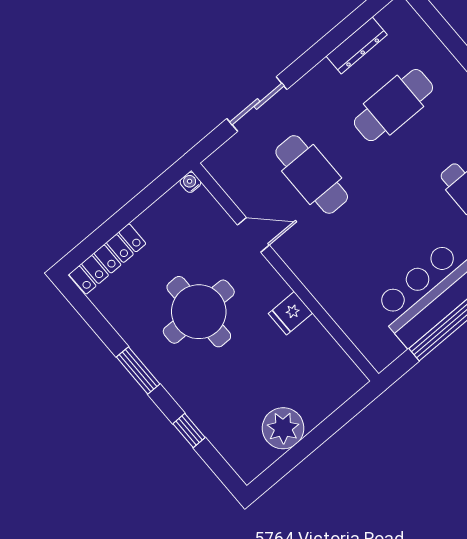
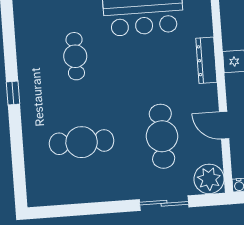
dresser: (357, 45) -> (206, 60), moved, turned -90
plant: (228, 165) -> (209, 179), added

